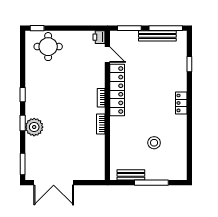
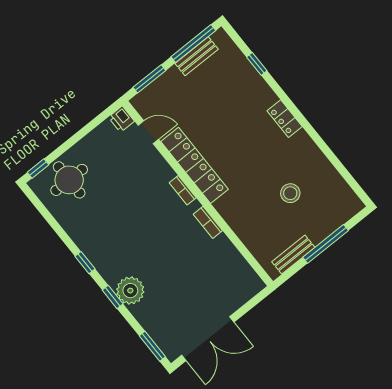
bench: (157, 36) -> (197, 56), width x0.73

